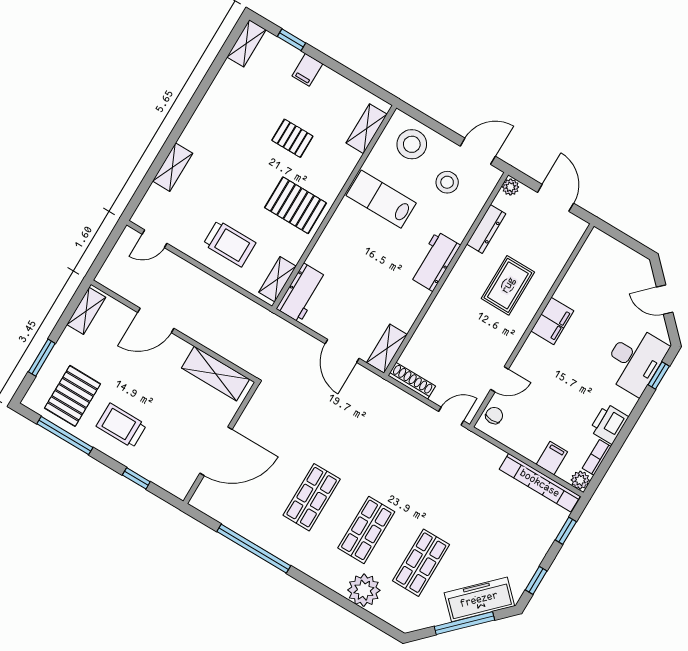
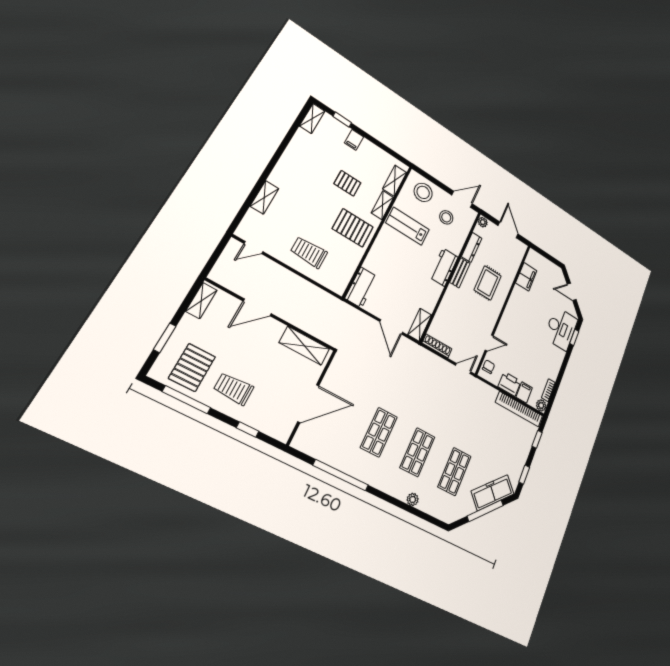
trolley: (229, 243) -> (309, 252), turned 180
bench: (461, 270) -> (460, 273), added
shelving: (278, 279) -> (382, 205), moved
filing cabinet: (552, 321) -> (526, 277), moved
printer: (609, 424) -> (509, 384), moved, turned 90
plant: (364, 590) -> (413, 499), width x0.53, depth x0.53

